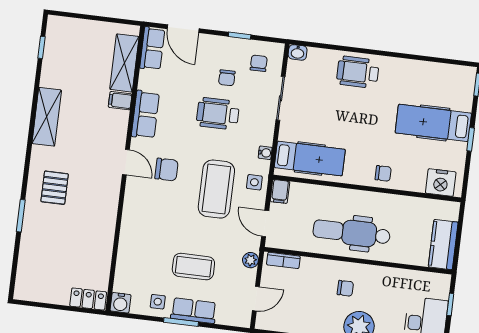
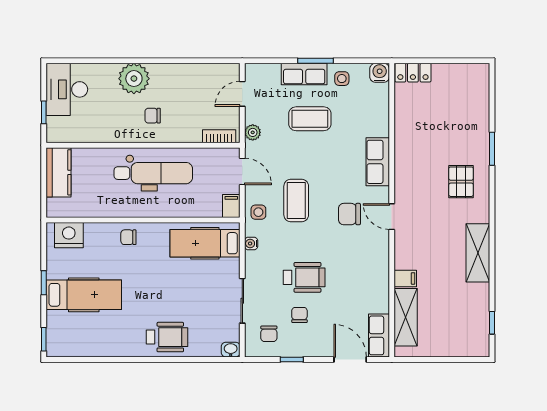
row of seats: (145, 115) -> (378, 162), moved
coffee table: (216, 189) -> (296, 200), width x0.73, depth x0.76

